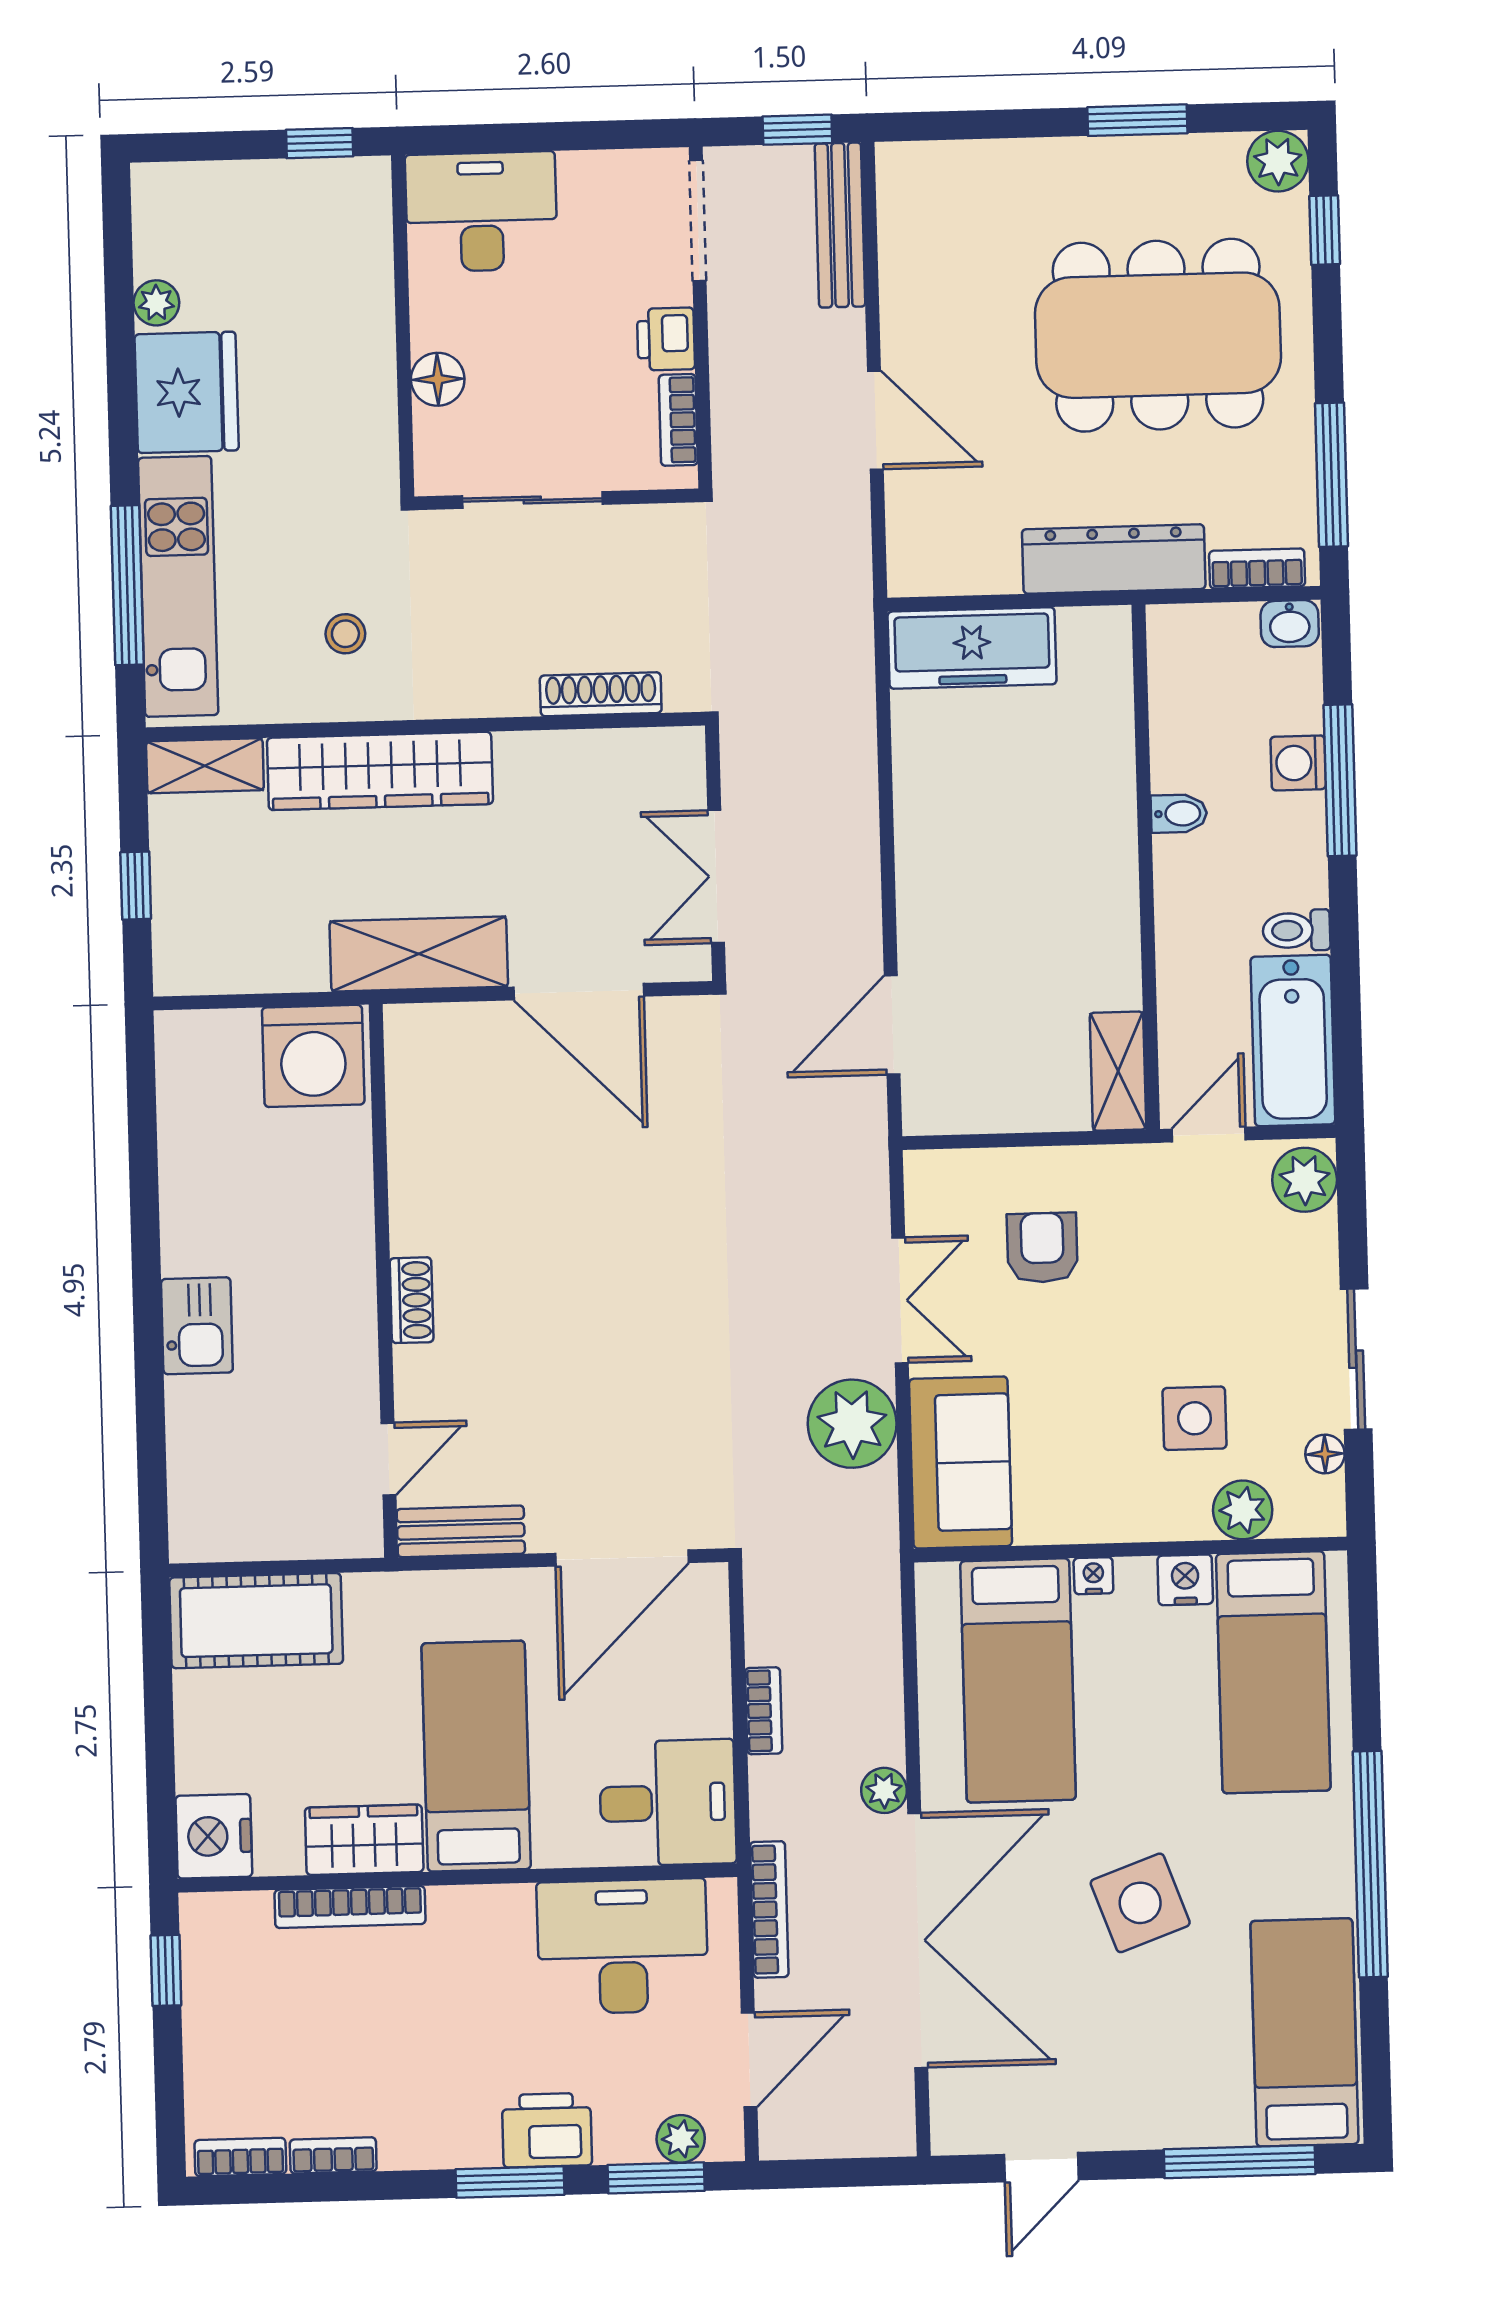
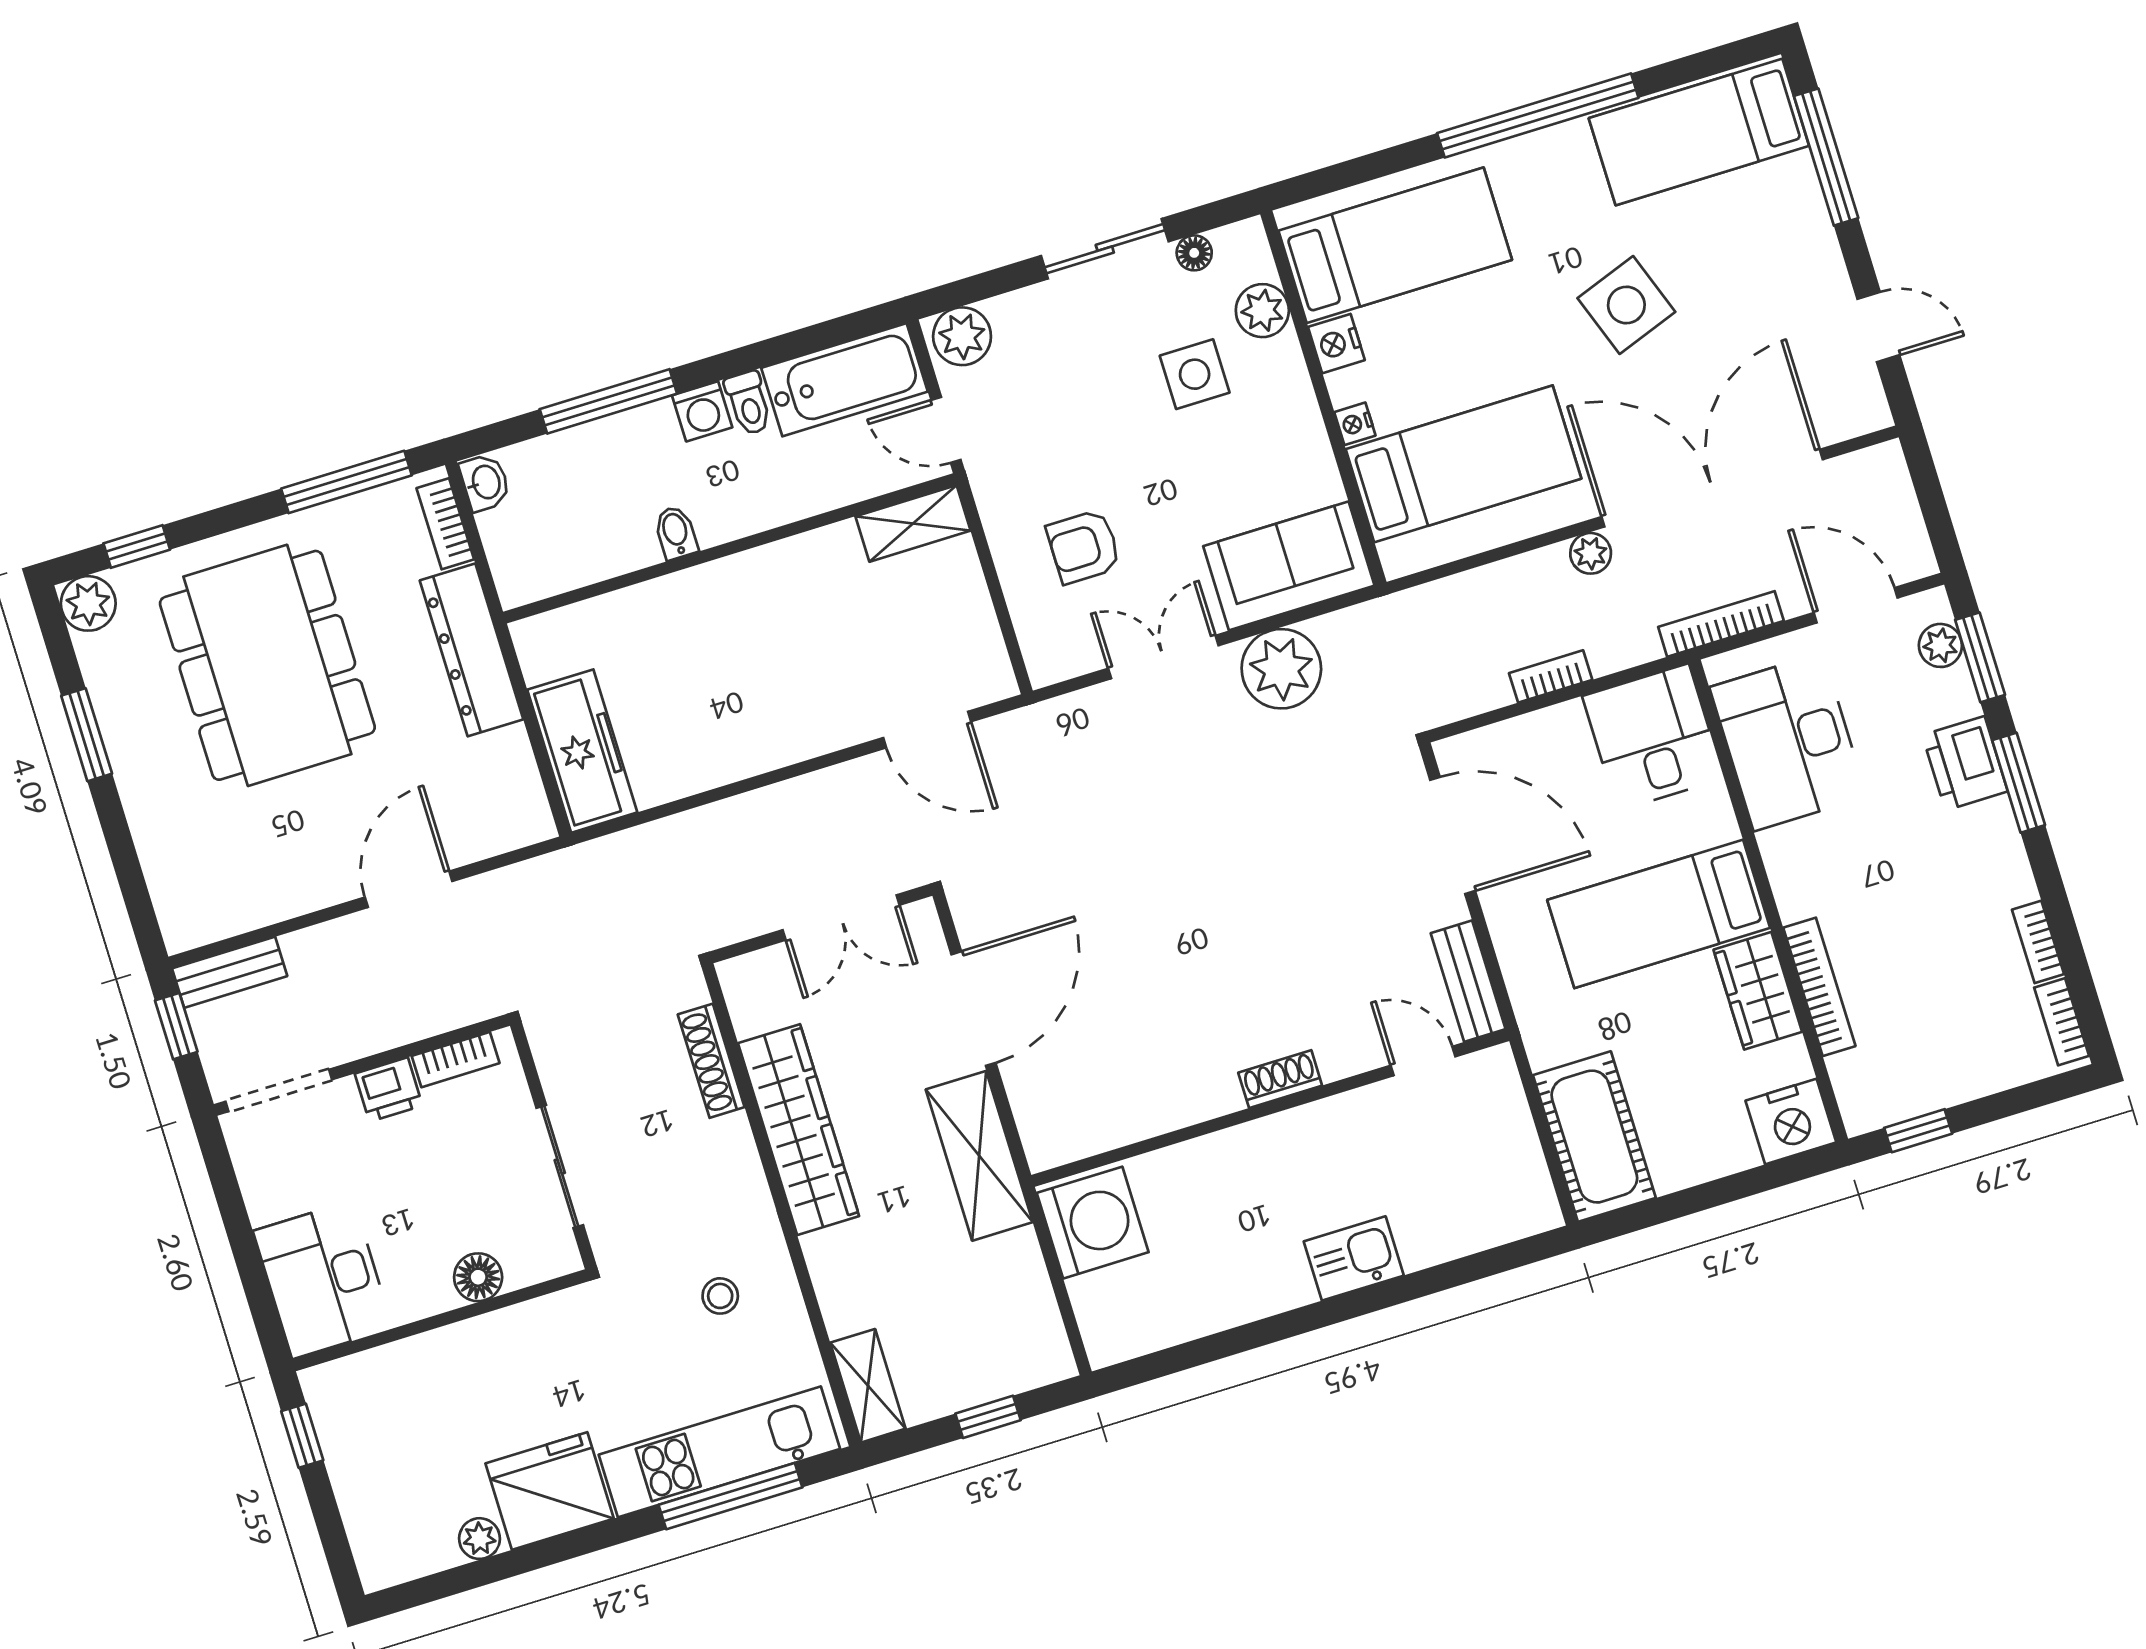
bench: (840, 225) -> (230, 972), width x0.73
washing machine: (1298, 763) -> (702, 411), moved
wardrobe: (380, 771) -> (799, 1130), moved

